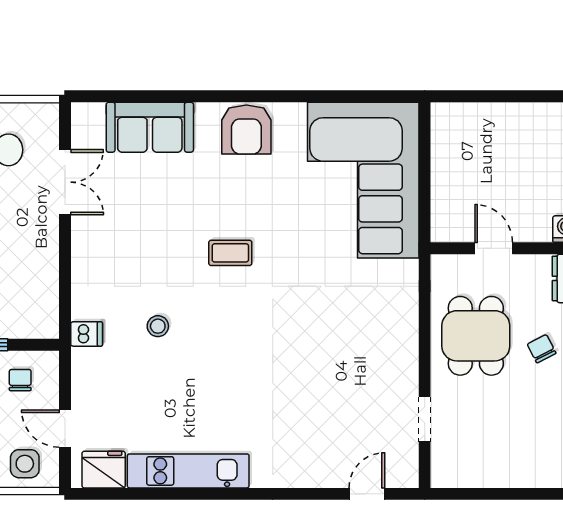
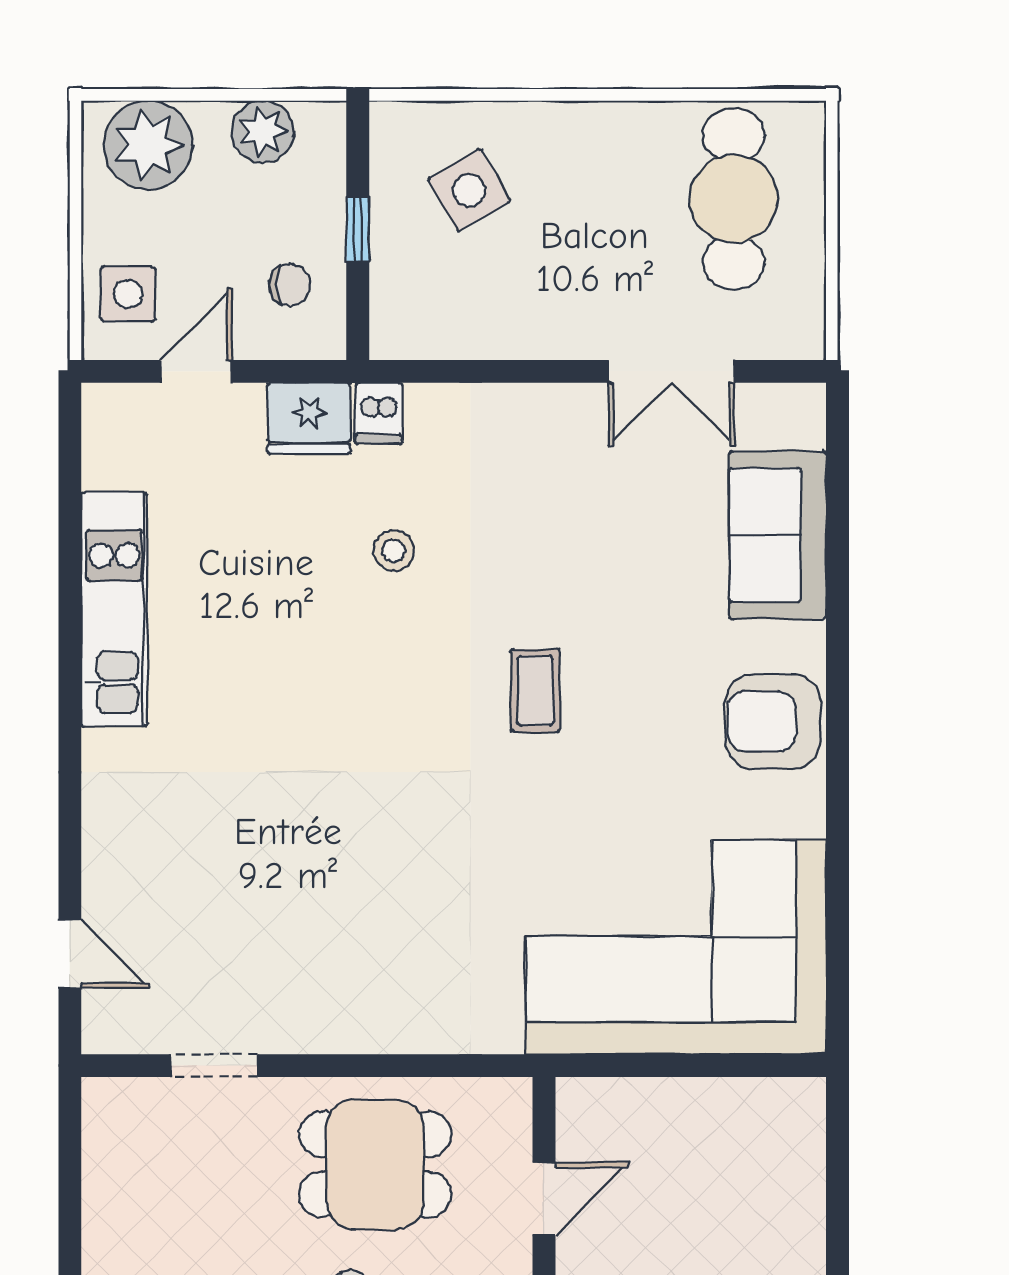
fridge: (104, 470) -> (309, 418), moved, turned 90

